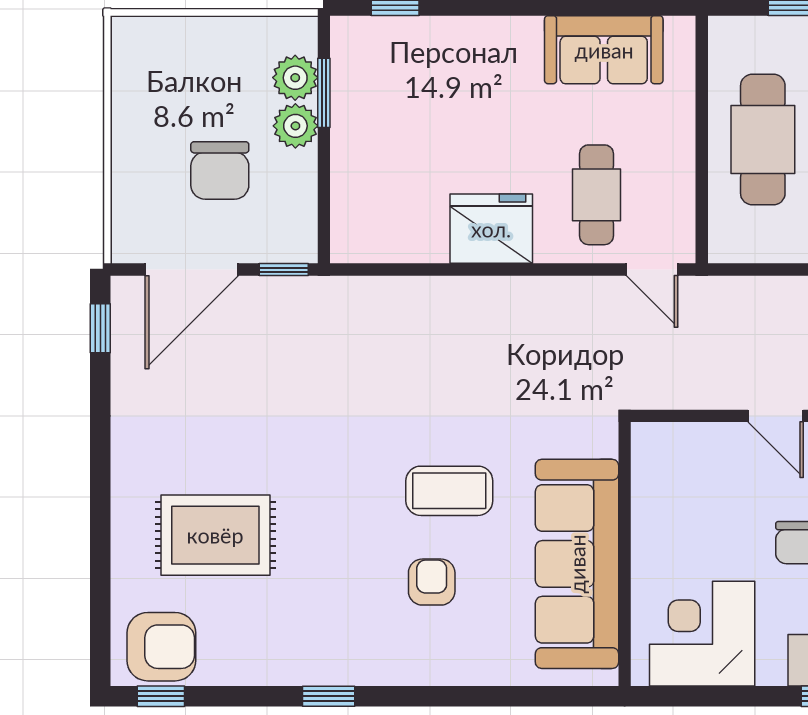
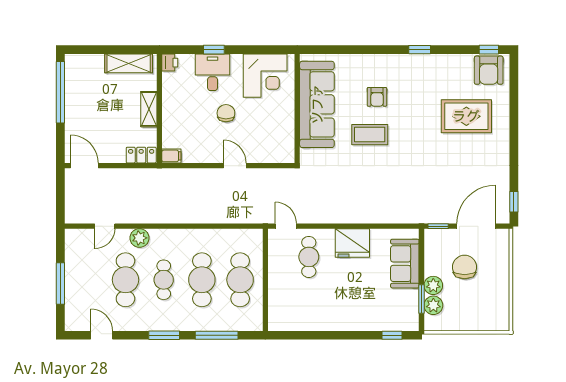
sofa: (604, 50) -> (405, 264), moved, turned -90
armchair: (161, 647) -> (489, 70), turned -90

